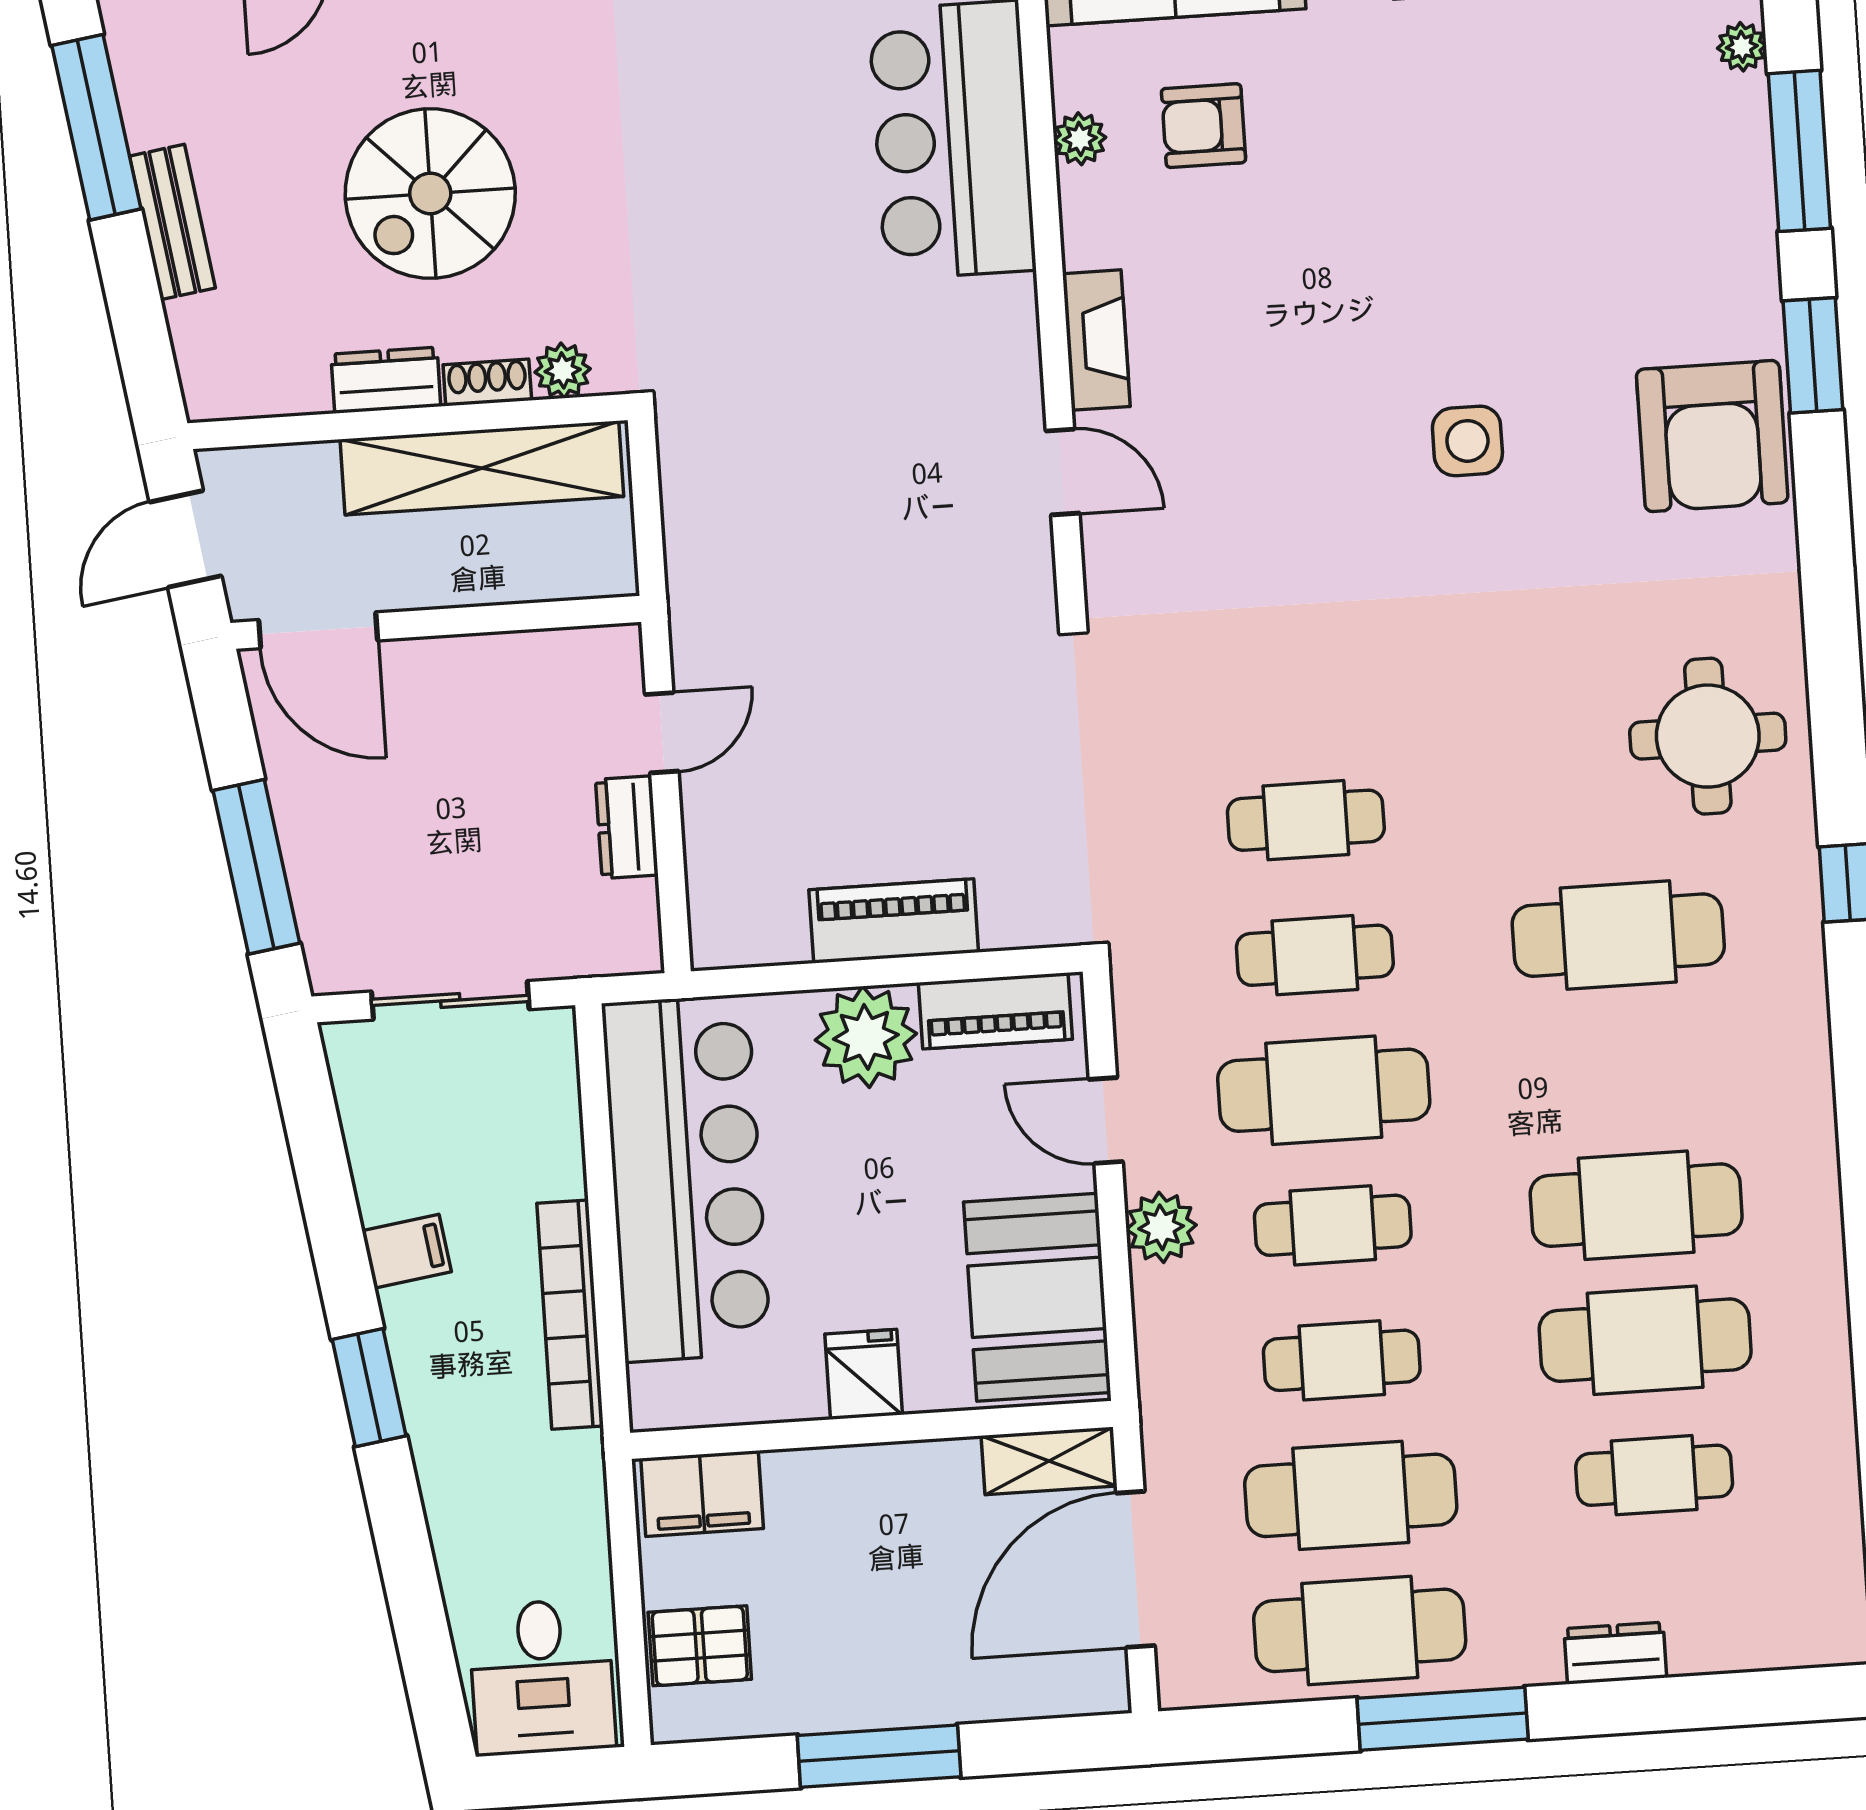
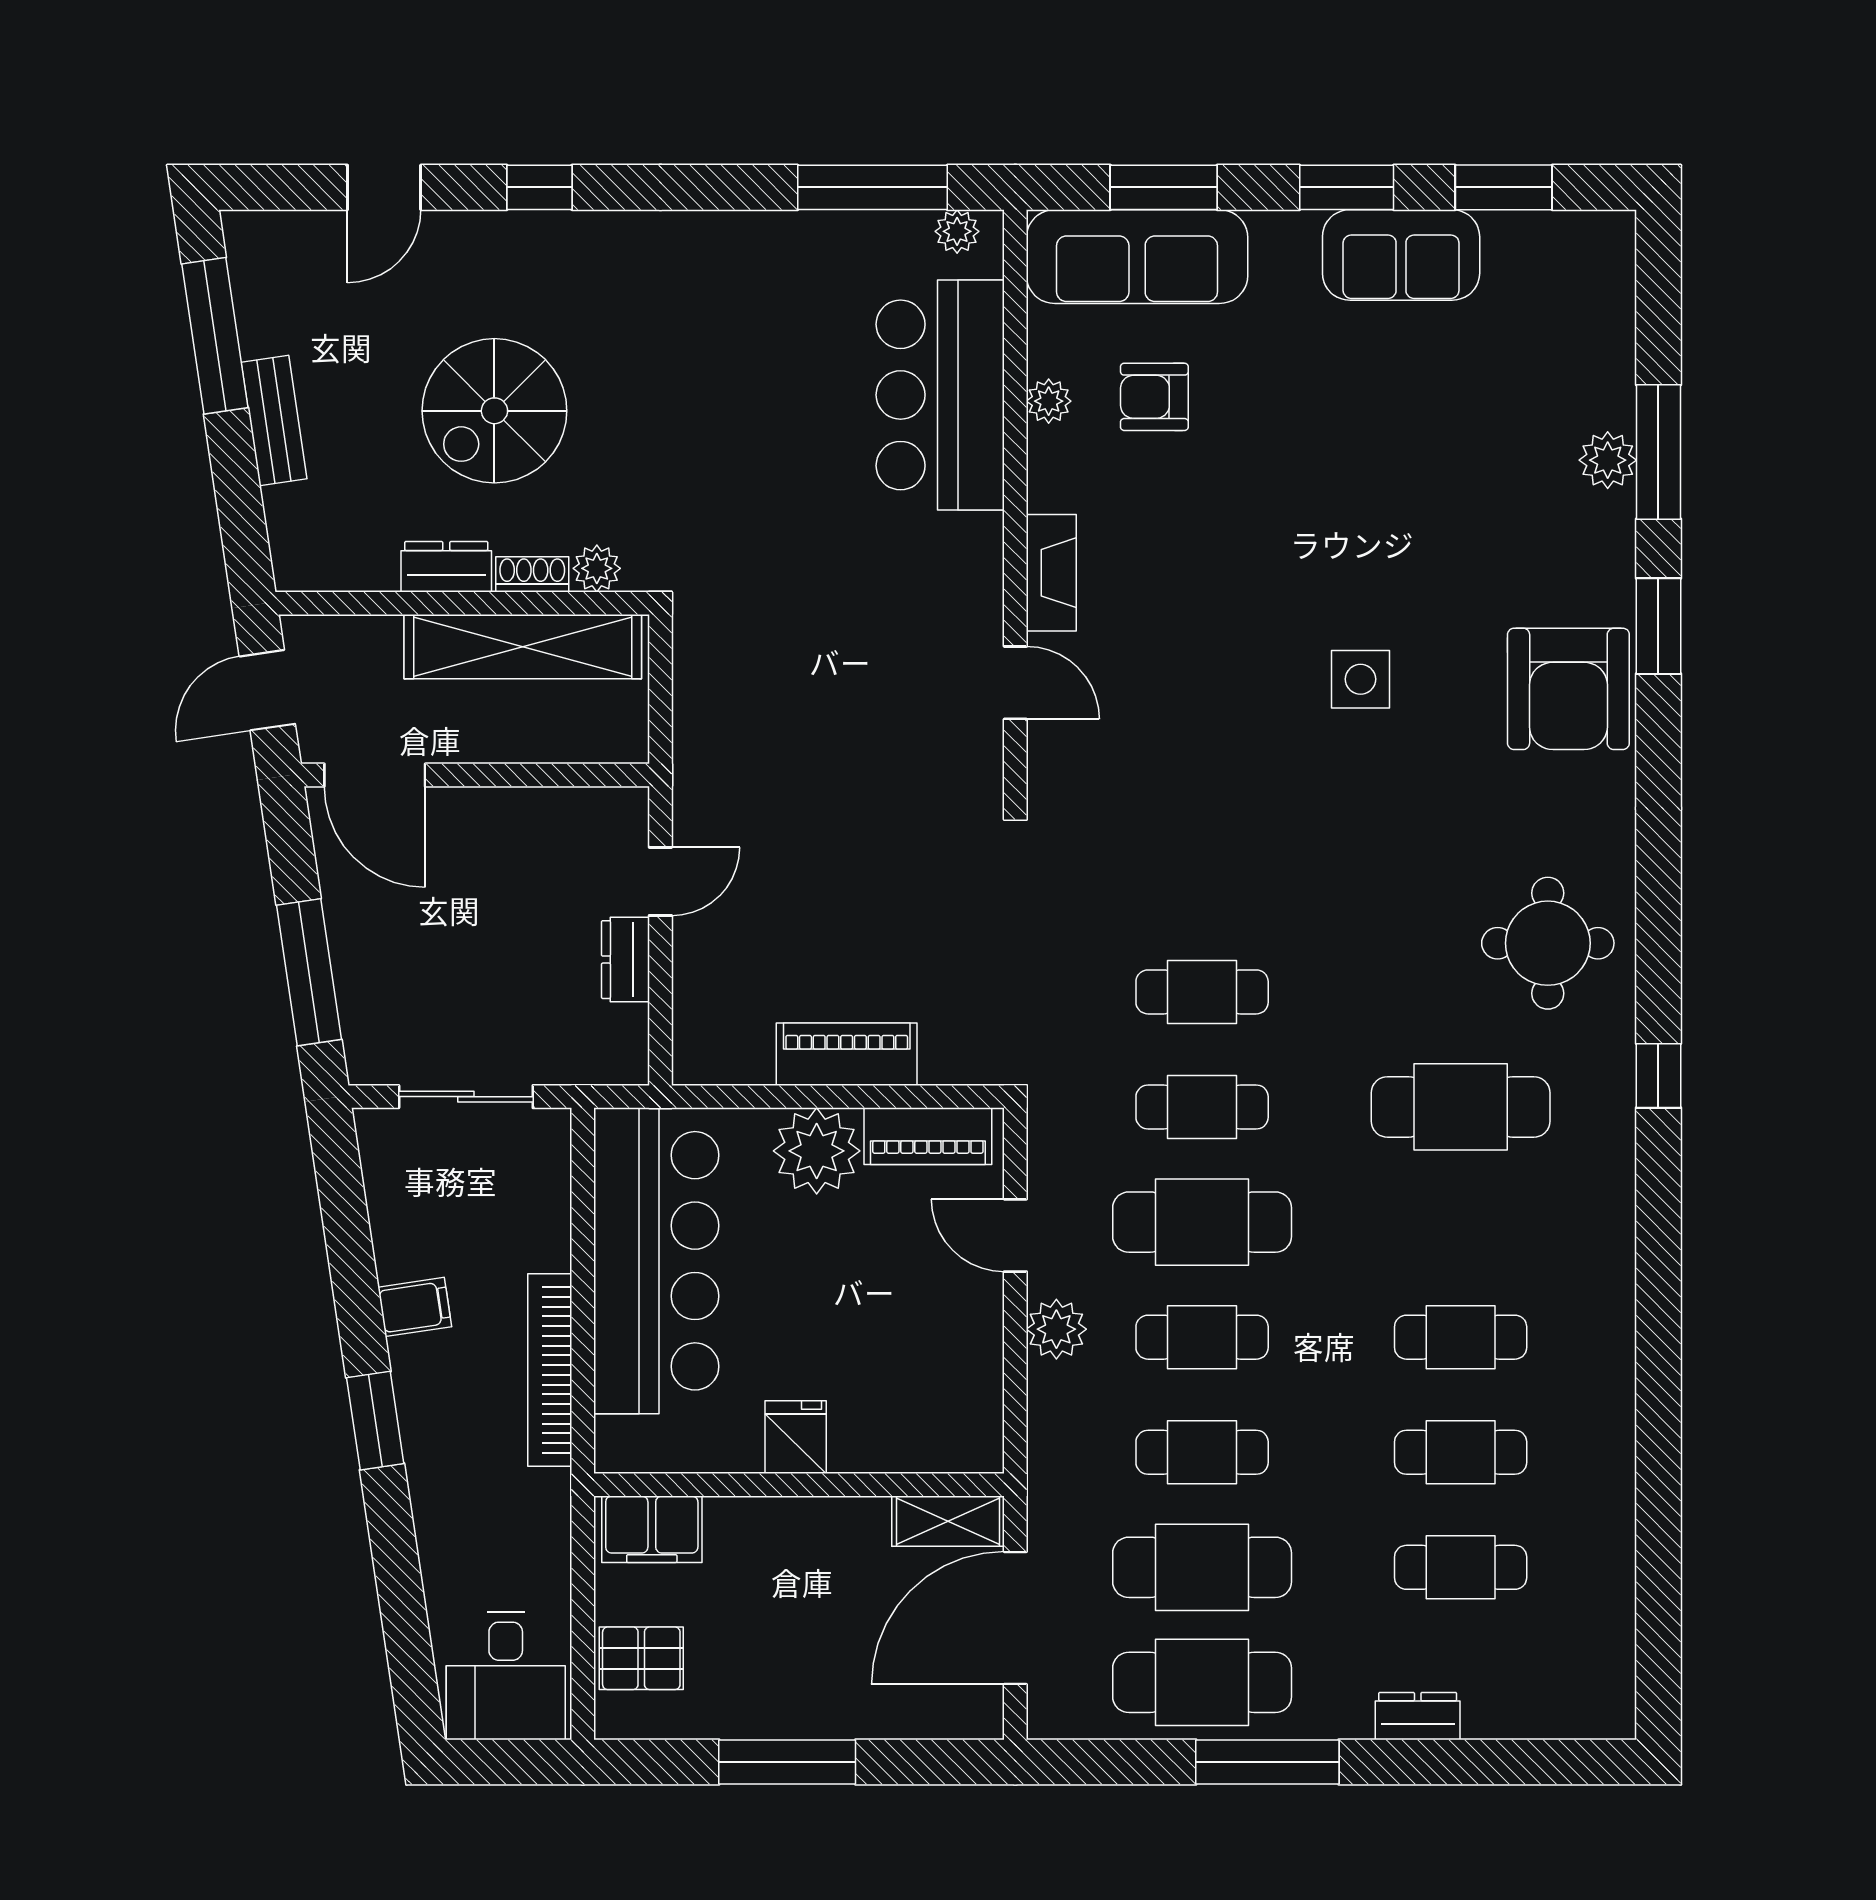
plant: (1742, 47) -> (1608, 460), moved, width x1.38, depth x1.38
cafe table: (1636, 1205) -> (1461, 1337), width x0.73, depth x0.74
booth: (1037, 1297) -> (947, 1382), removed
cafe table: (1645, 1340) -> (1461, 1452), width x0.73, depth x0.74

